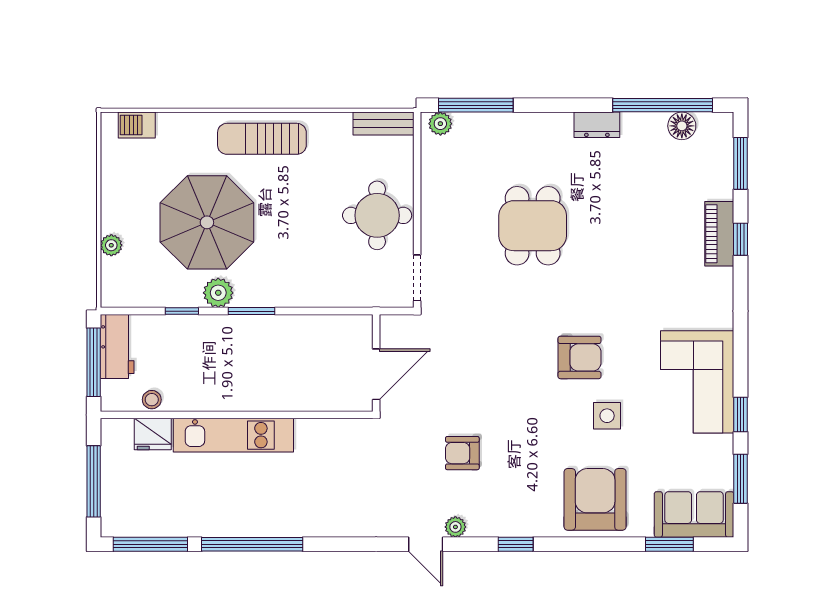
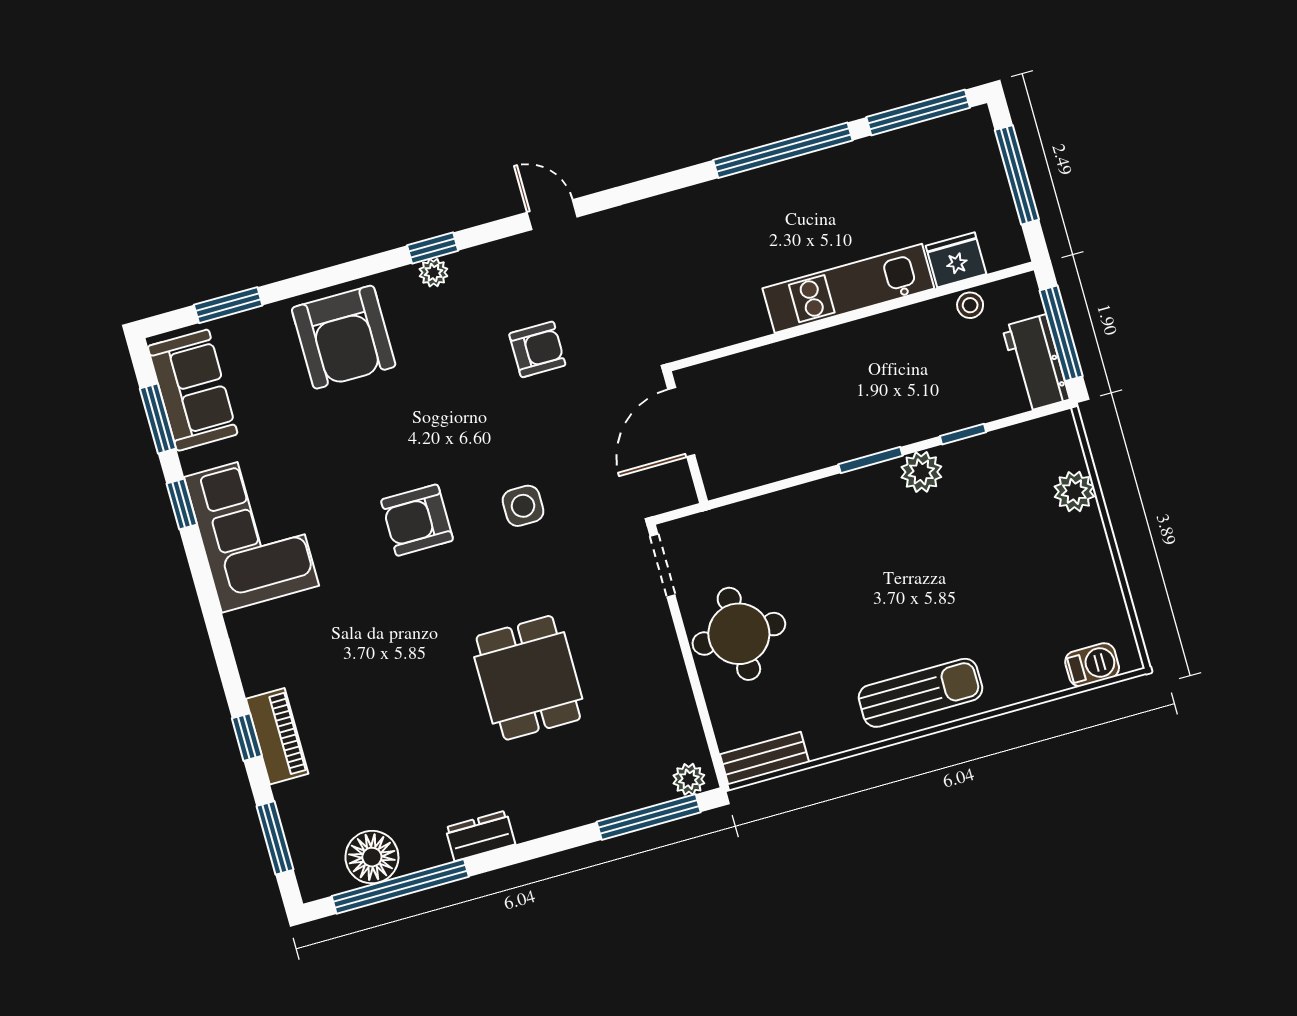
floor lamp: (682, 126) -> (372, 857), width x1.38, depth x1.38
parasol: (207, 222) -> (962, 561), removed
plant: (111, 245) -> (1074, 492), width x1.38, depth x1.38
side table: (607, 416) -> (523, 506), moved
sofa: (694, 514) -> (193, 390), moved, turned -90
plant: (455, 527) -> (433, 273), moved

